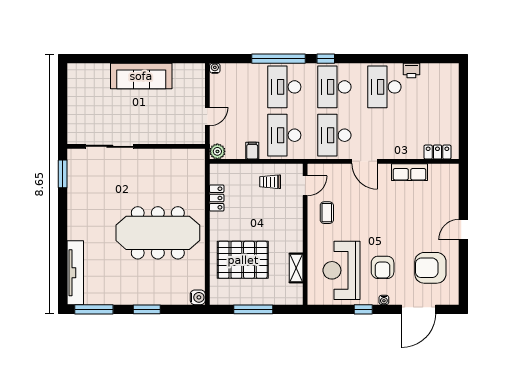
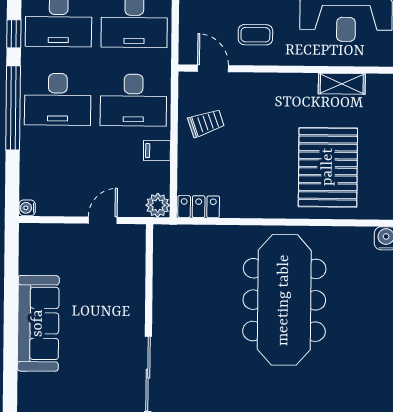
door: (207, 116) -> (103, 220), hinge flipped
trolley: (270, 182) -> (206, 123), turned -109
locker: (217, 198) -> (199, 207), moved

